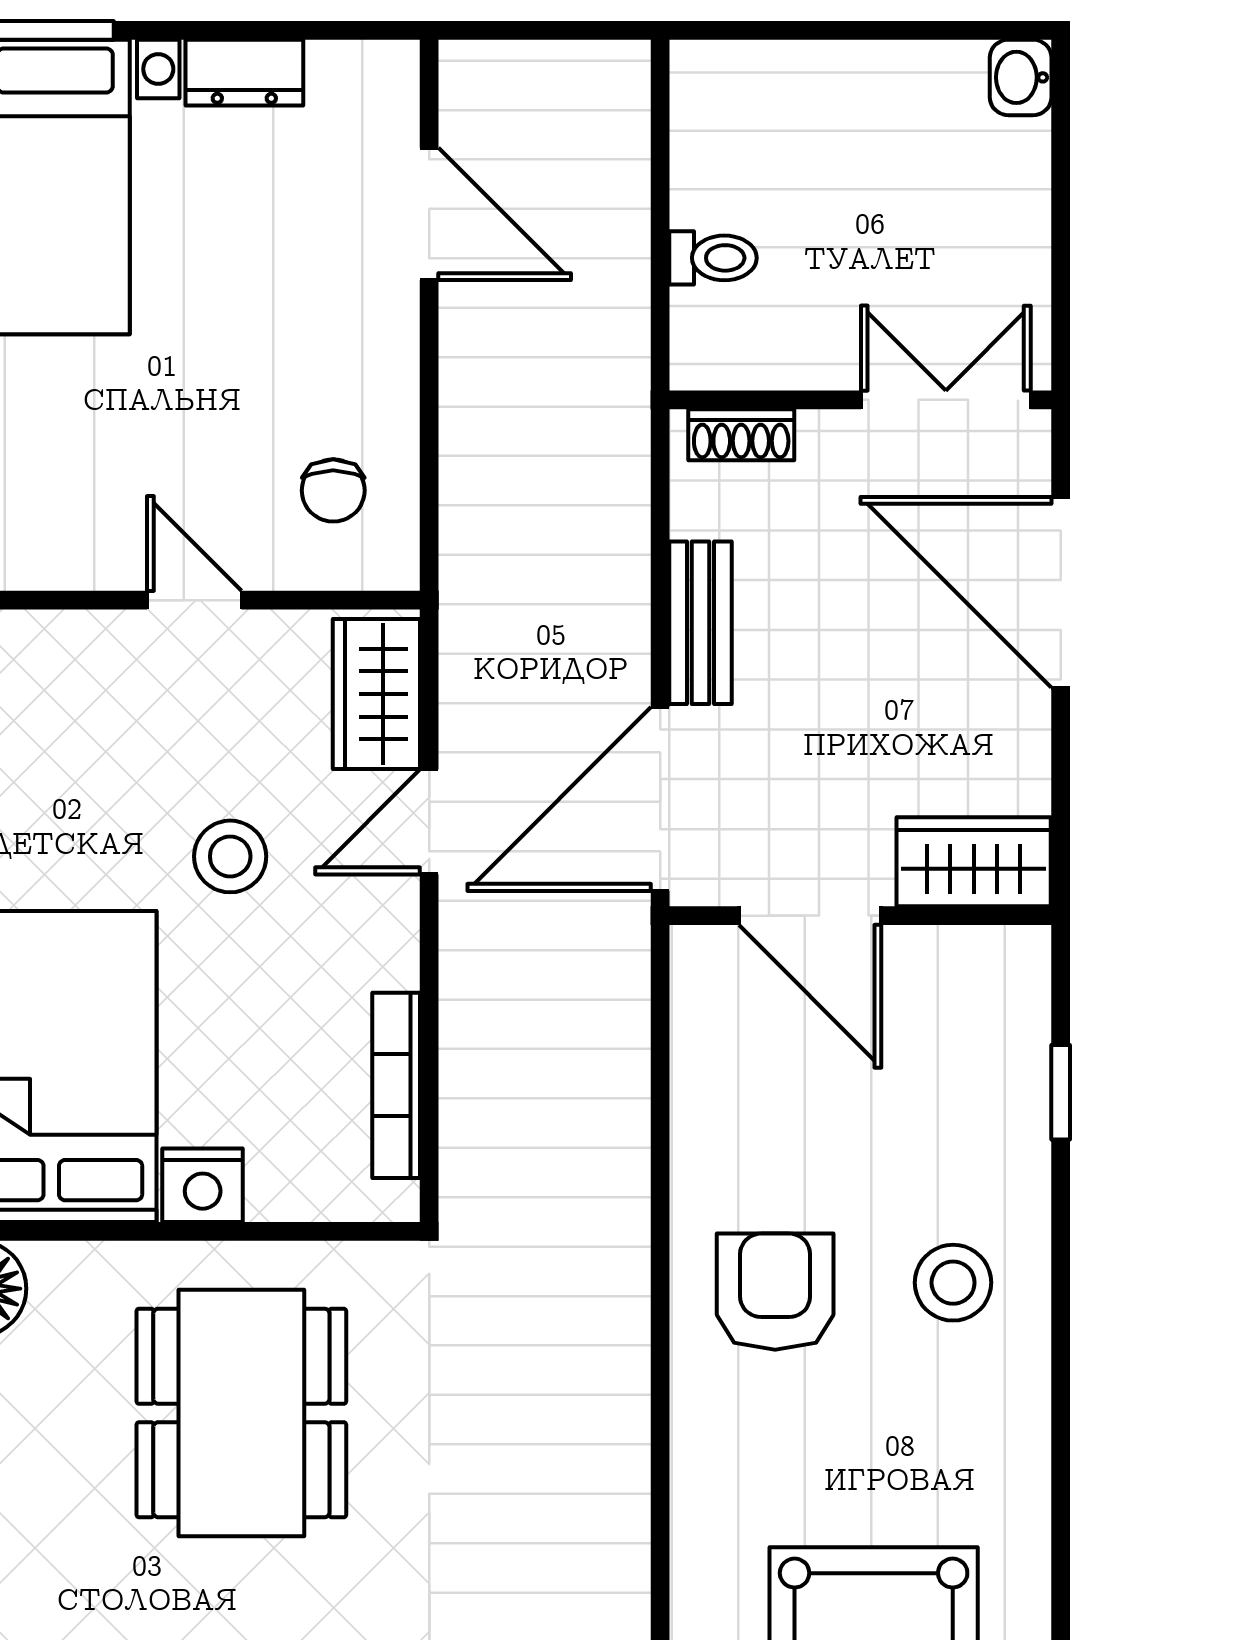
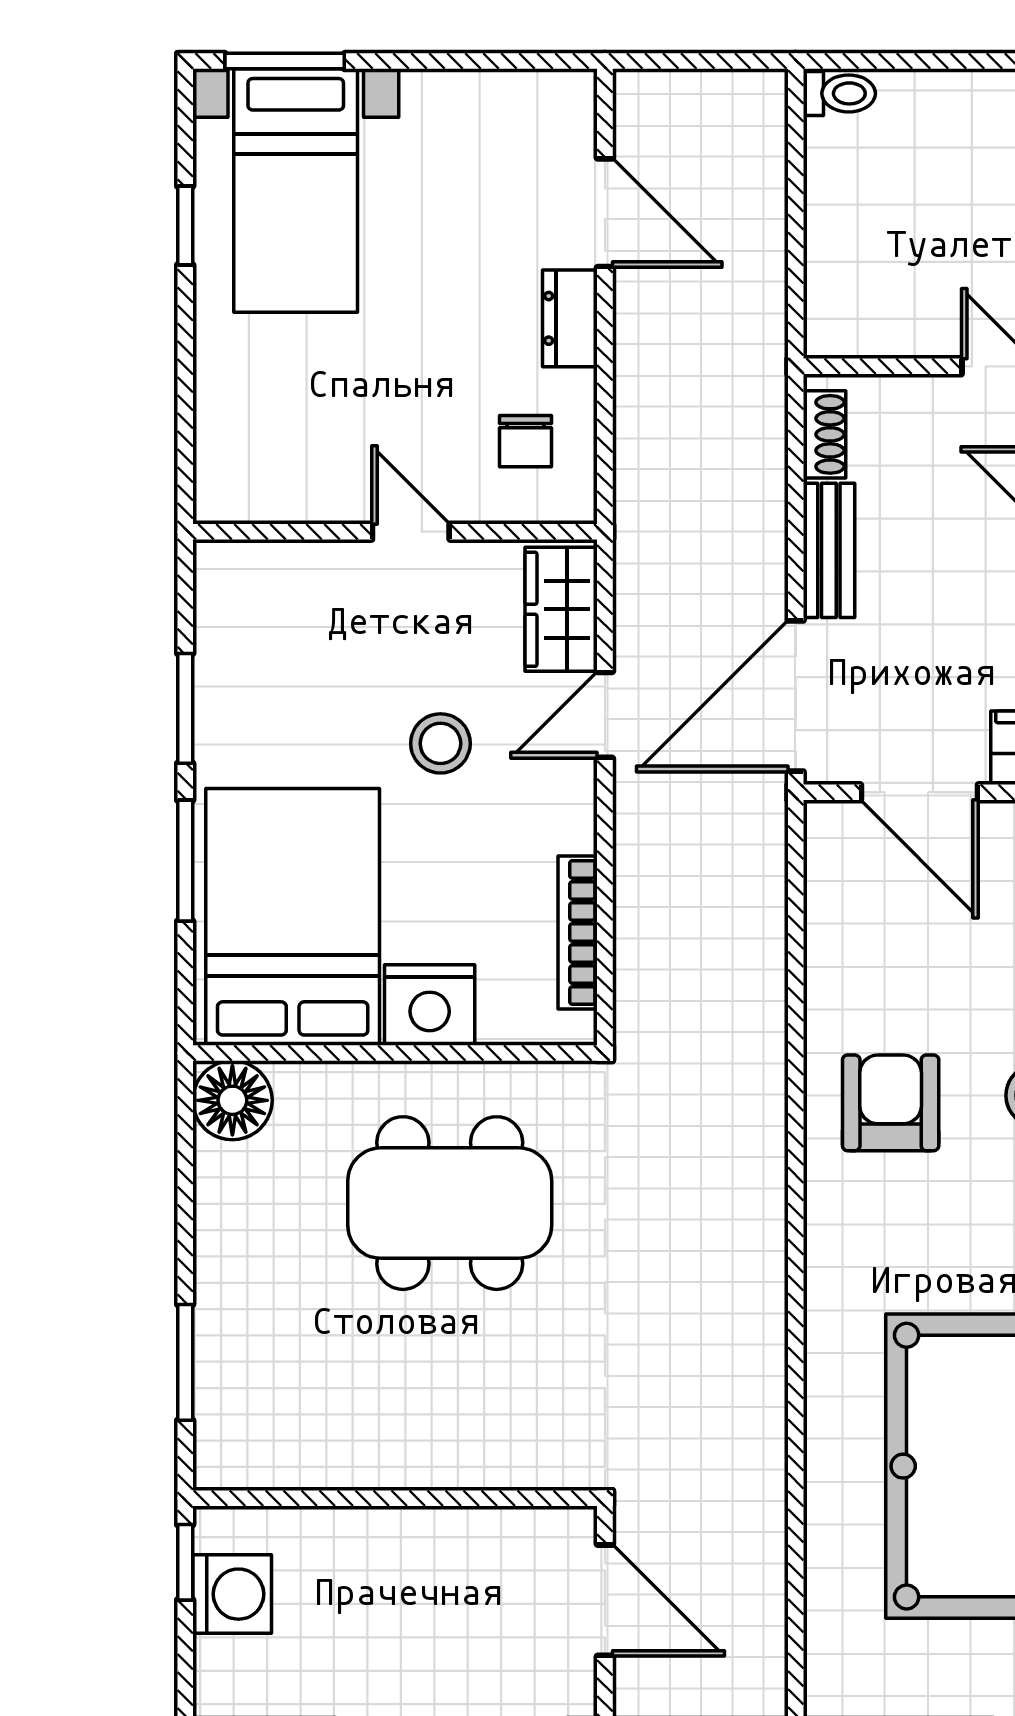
dresser: (244, 73) -> (570, 318), moved, turned 90
toilet: (713, 258) -> (839, 93), moved
shoe rack: (741, 435) -> (824, 434), moved, turned -90
nightstand: (203, 1185) -> (430, 1005), width x1.36, depth x1.33
dining table: (241, 1413) -> (450, 1203), turned 90

